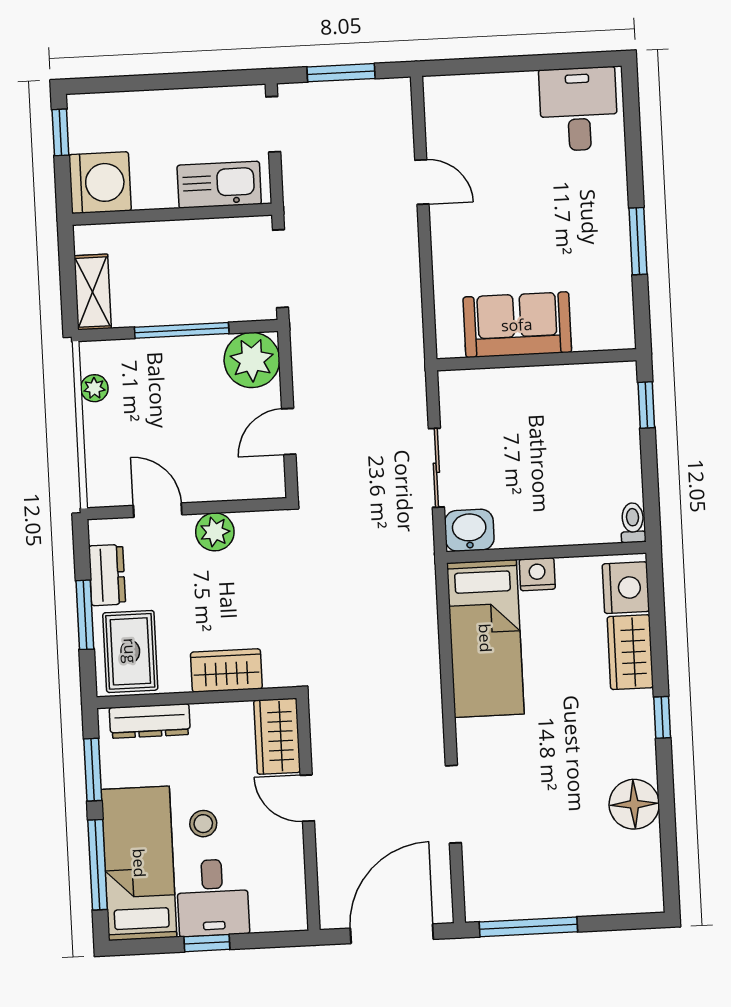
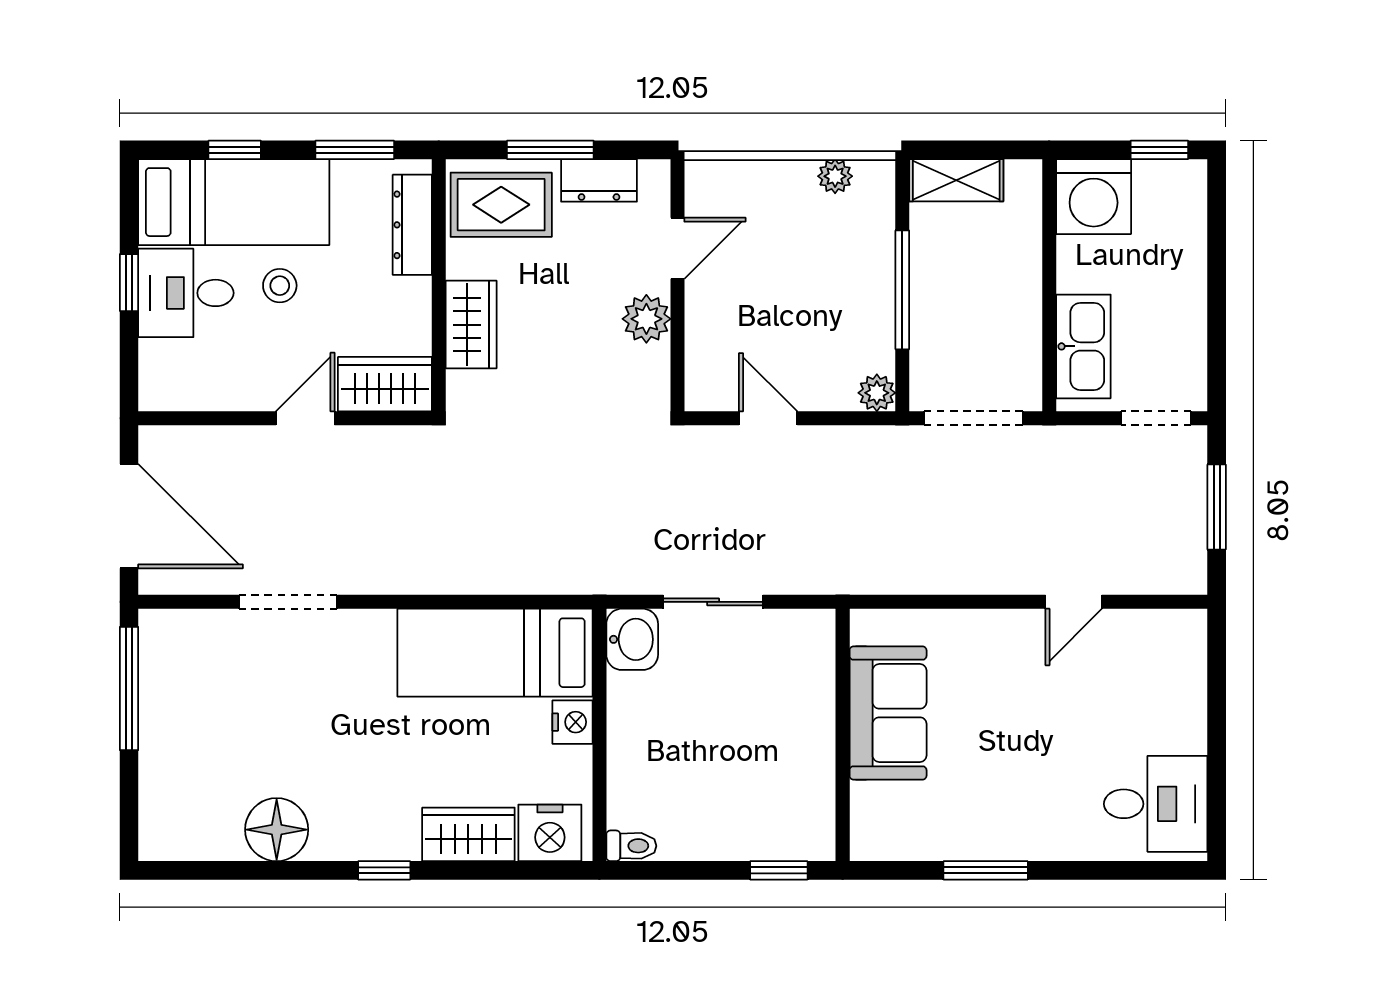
plant: (252, 360) -> (877, 393), width x0.53, depth x0.53
window: (98, 865) -> (235, 150), width x0.46

